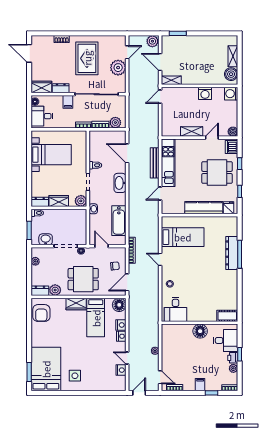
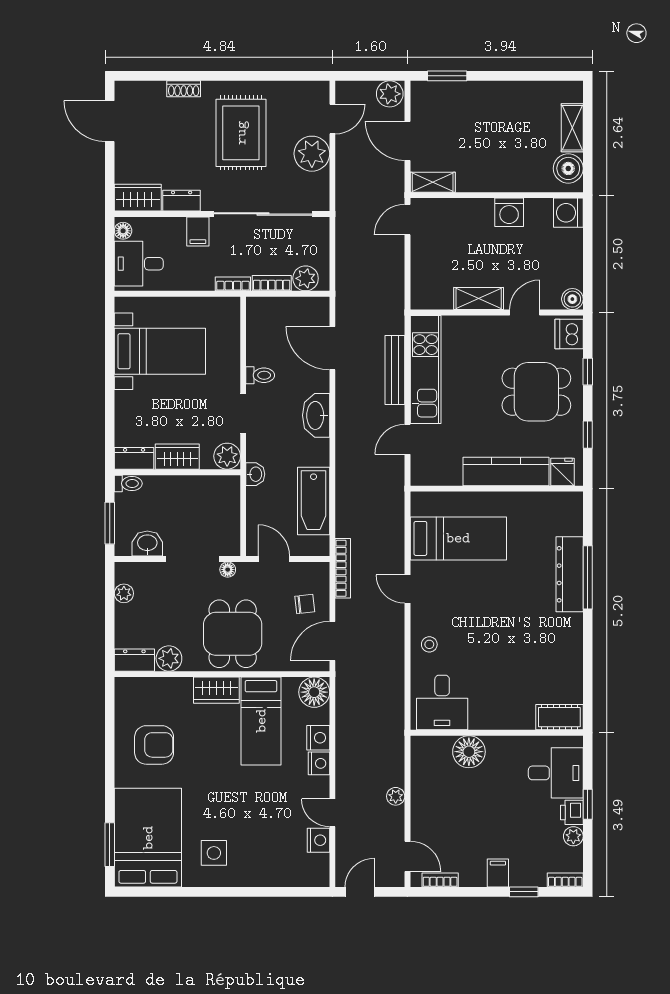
dining table: (83, 279) -> (233, 634), turned 90
armchair: (41, 313) -> (154, 745), moved, turned -90
floor lamp: (200, 331) -> (469, 752), moved

